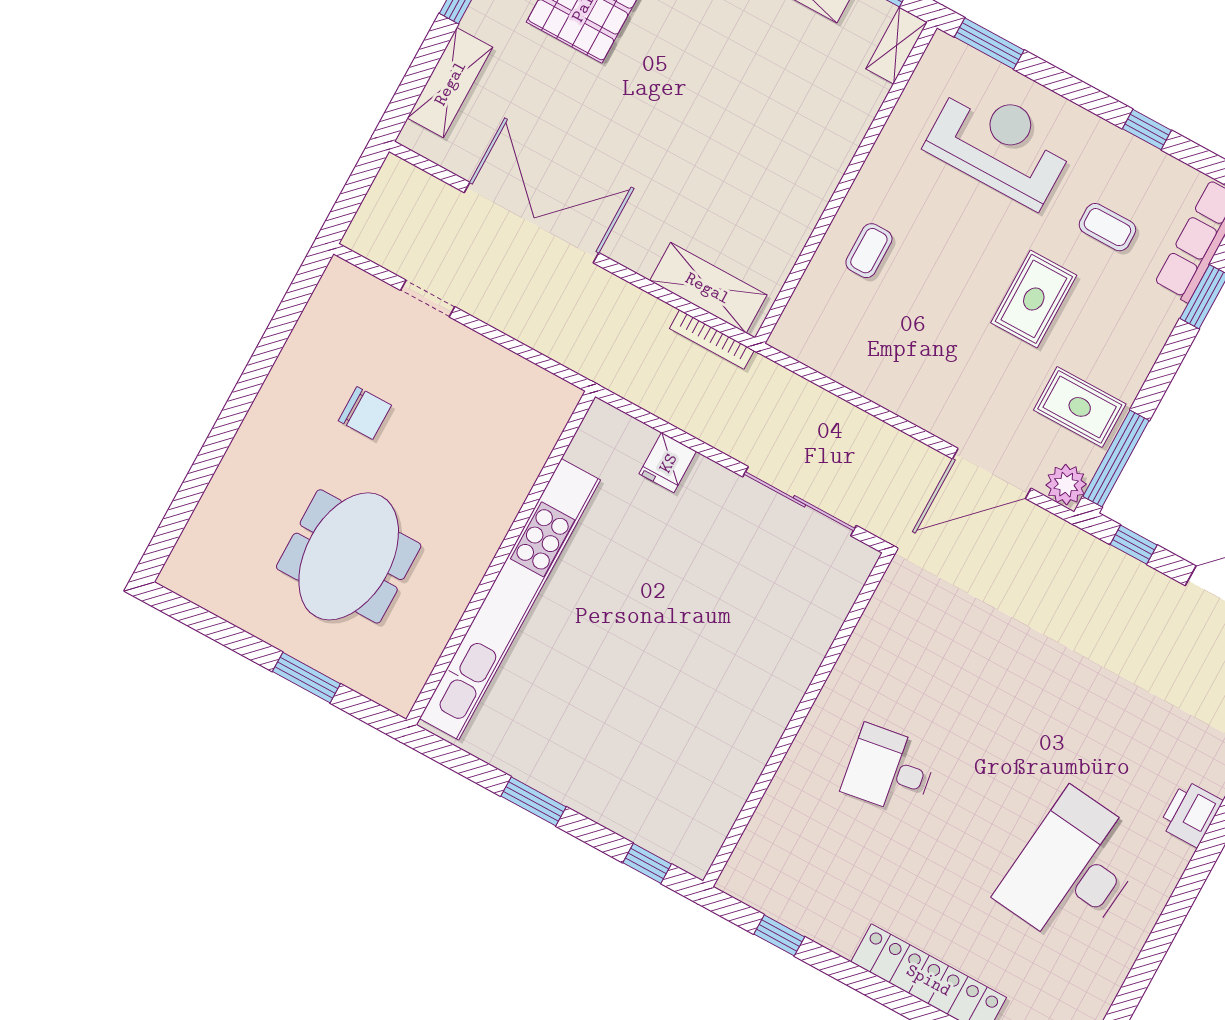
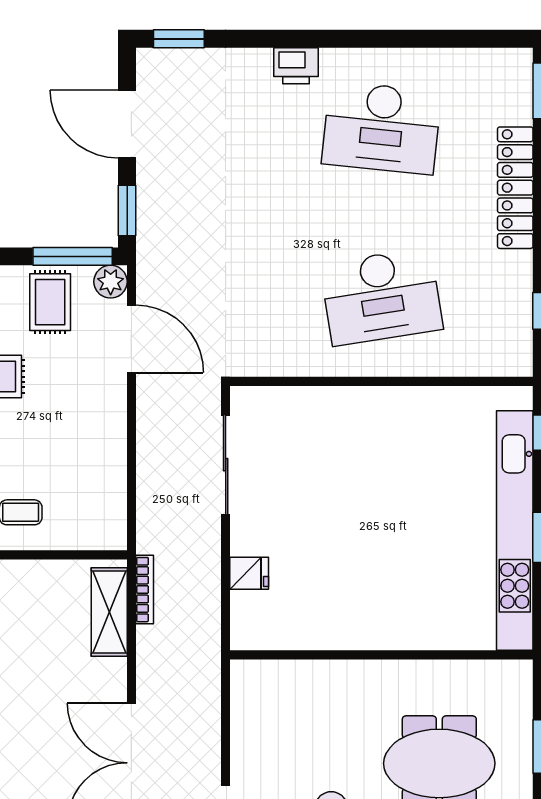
window: (1134, 545) -> (127, 210), width x1.50
kitchen unit: (510, 599) -> (515, 531), moved, turned -90
desk: (890, 770) -> (381, 297), width x1.87, depth x1.30

